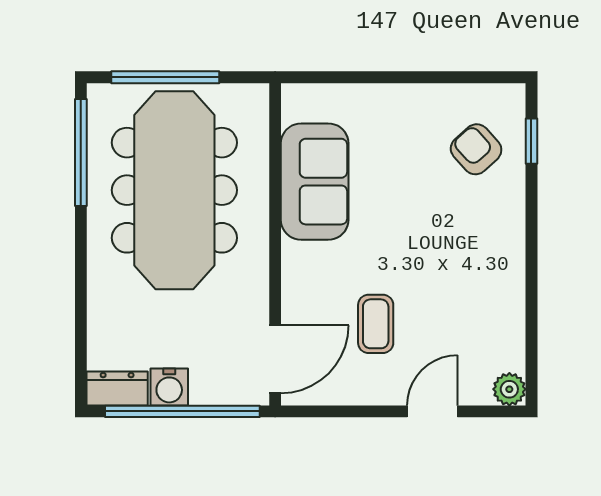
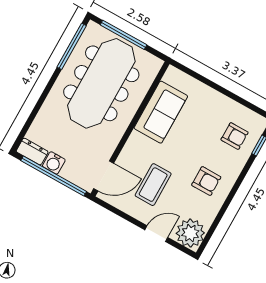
armchair: (476, 149) -> (235, 136), turned 132
armchair: (470, 262) -> (206, 181), added
coffee table: (376, 324) -> (153, 185), width x1.36, depth x1.30
plant: (509, 389) -> (190, 233), width x1.88, depth x1.88

